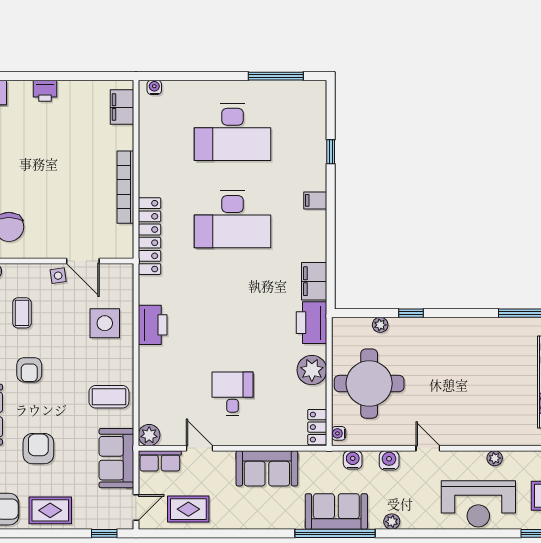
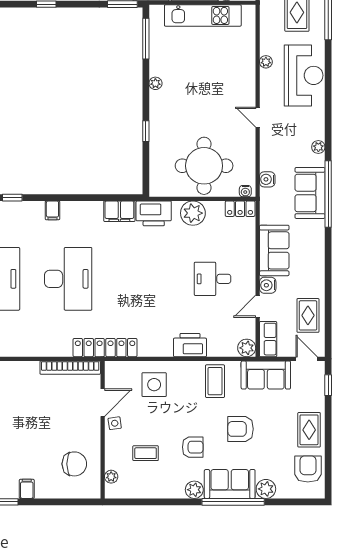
bookcase: (125, 187) -> (70, 368), moved
locker: (150, 236) -> (105, 348), moved
printer: (153, 325) -> (190, 345), moved
plant: (380, 325) -> (155, 83), moved
door: (428, 448) -> (258, 117), hinge flipped
armchair: (38, 449) -> (241, 429), moved
water cooler: (389, 460) -> (268, 285), moved

